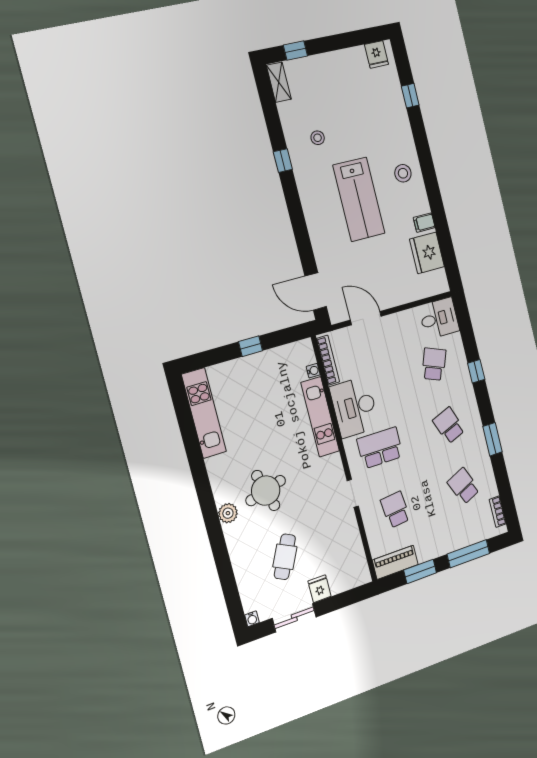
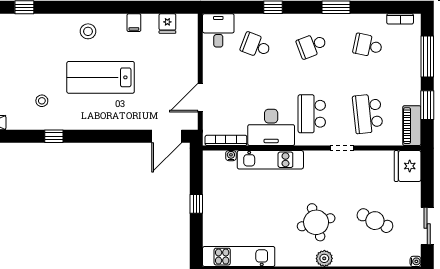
lab bench: (359, 199) -> (101, 77), turned 180
fridge: (427, 253) -> (167, 23), width x0.53, depth x0.75
school desk: (464, 486) -> (368, 46), turned 36
school desk: (395, 510) -> (368, 114), width x1.85
fridge: (319, 589) -> (408, 166), moved, width x1.88, depth x1.34

